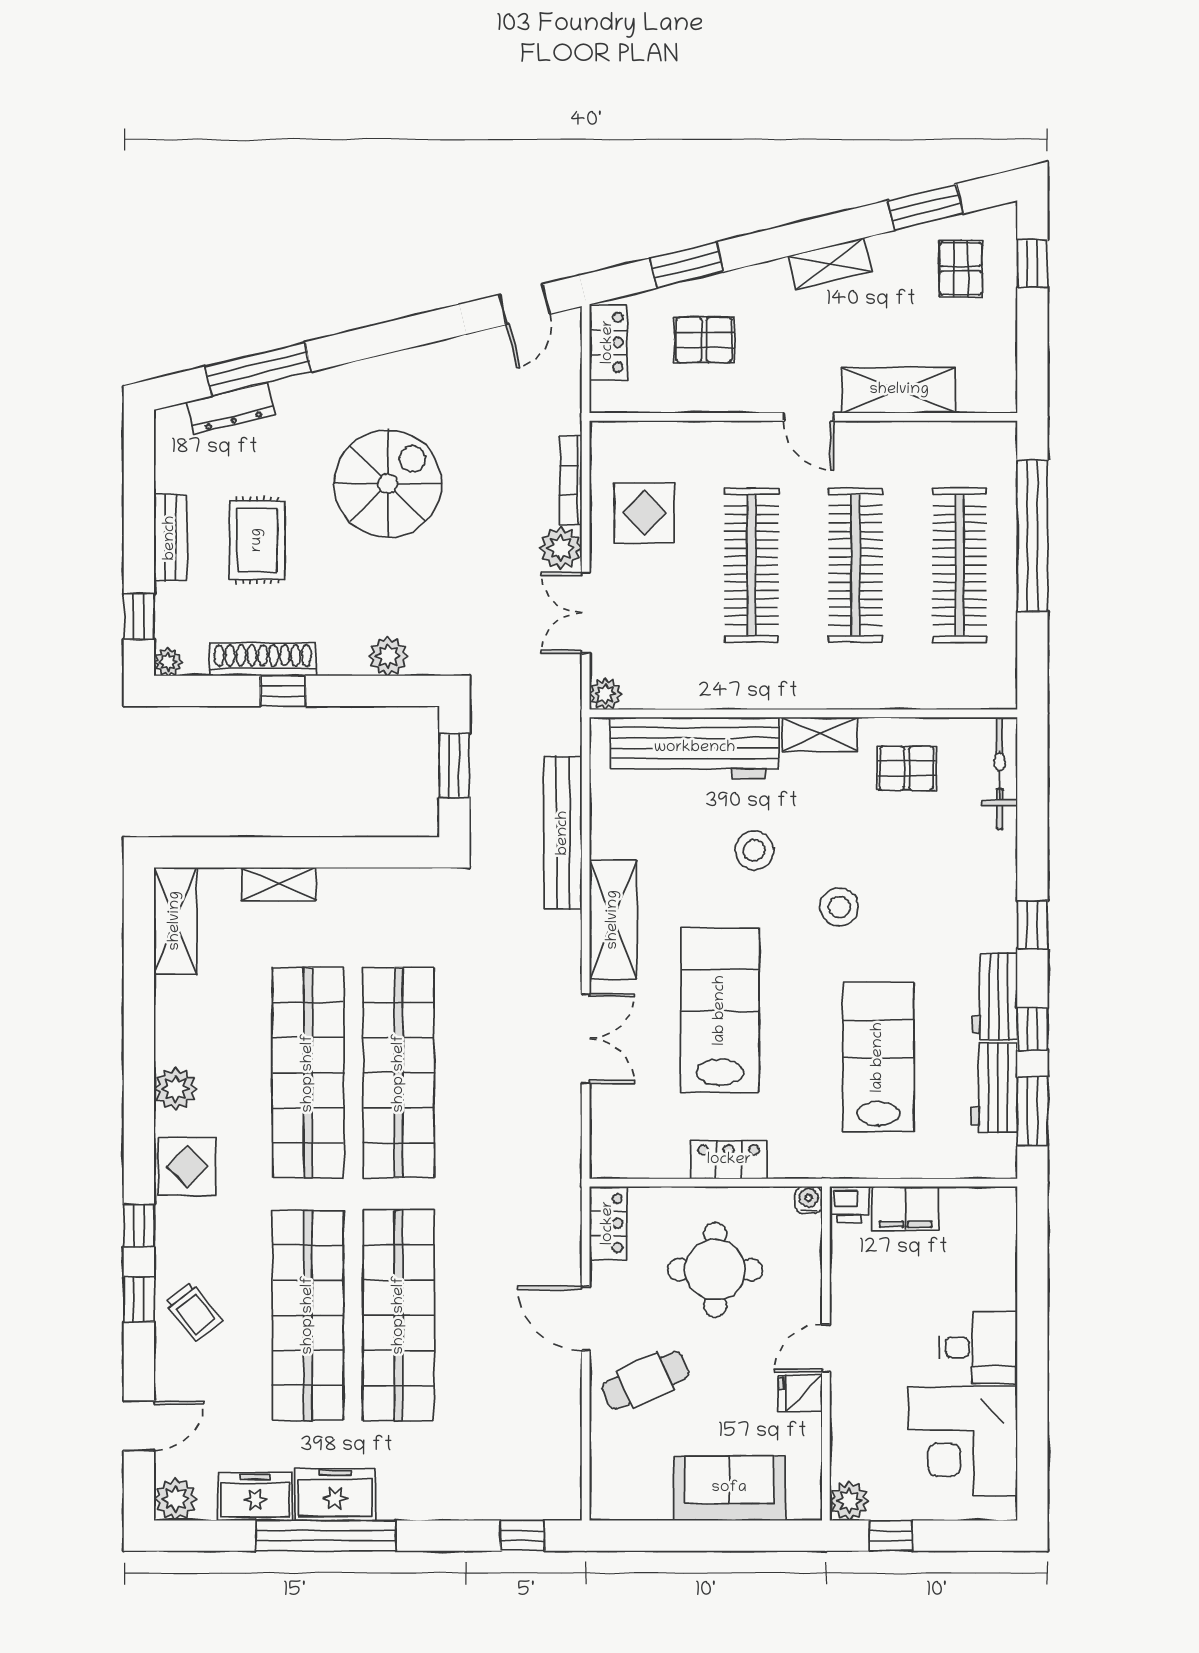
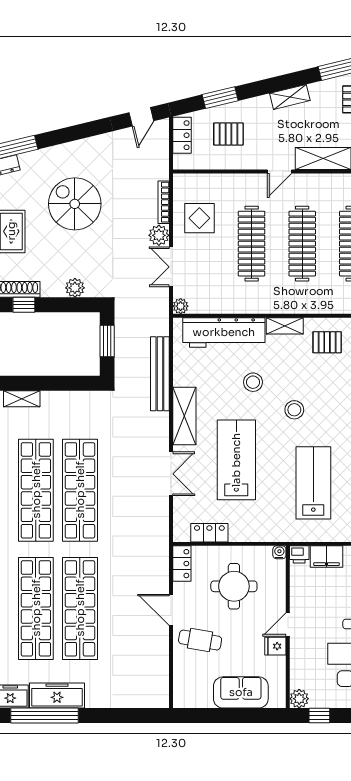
door: (809, 417) -> (279, 171), hinge flipped
spiral stairs: (388, 484) -> (75, 204), turned -90
locker: (729, 1160) -> (209, 533), moved
cafe table: (645, 1380) -> (200, 640), turned 34
freezer: (335, 1494) -> (57, 695), width x1.40
window: (522, 1536) -> (140, 715), removed

